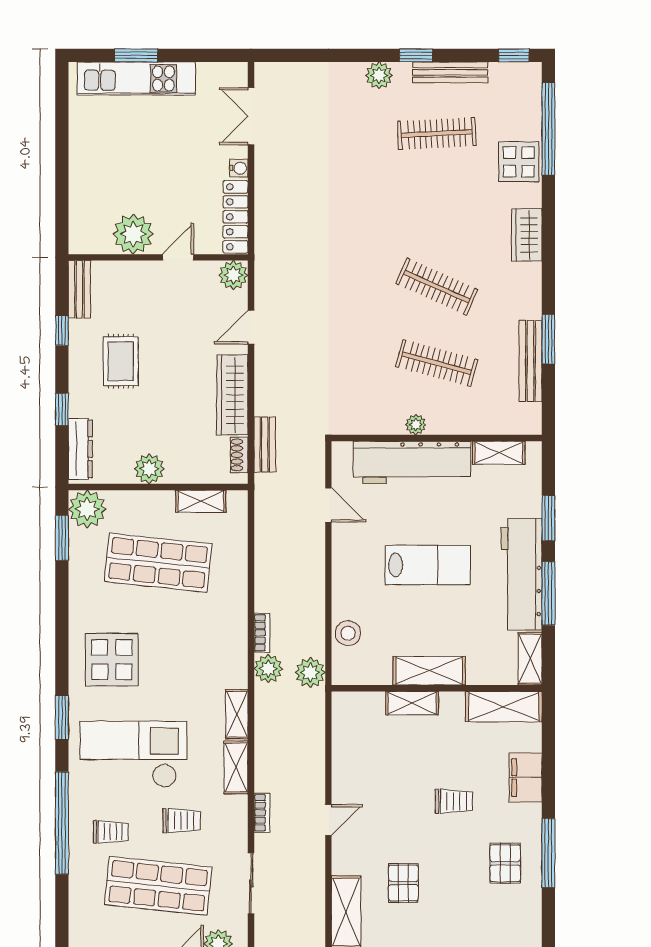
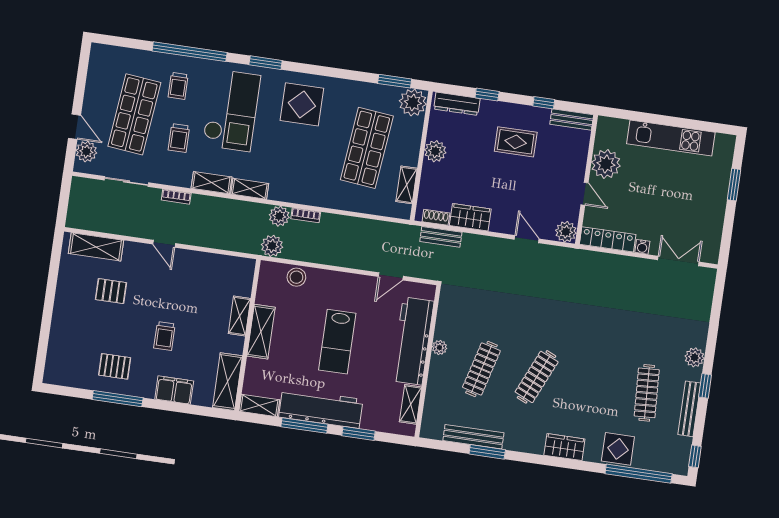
kitchen unit: (136, 78) -> (671, 138), moved, turned -90
wardrobe: (232, 395) -> (470, 217), width x0.67

